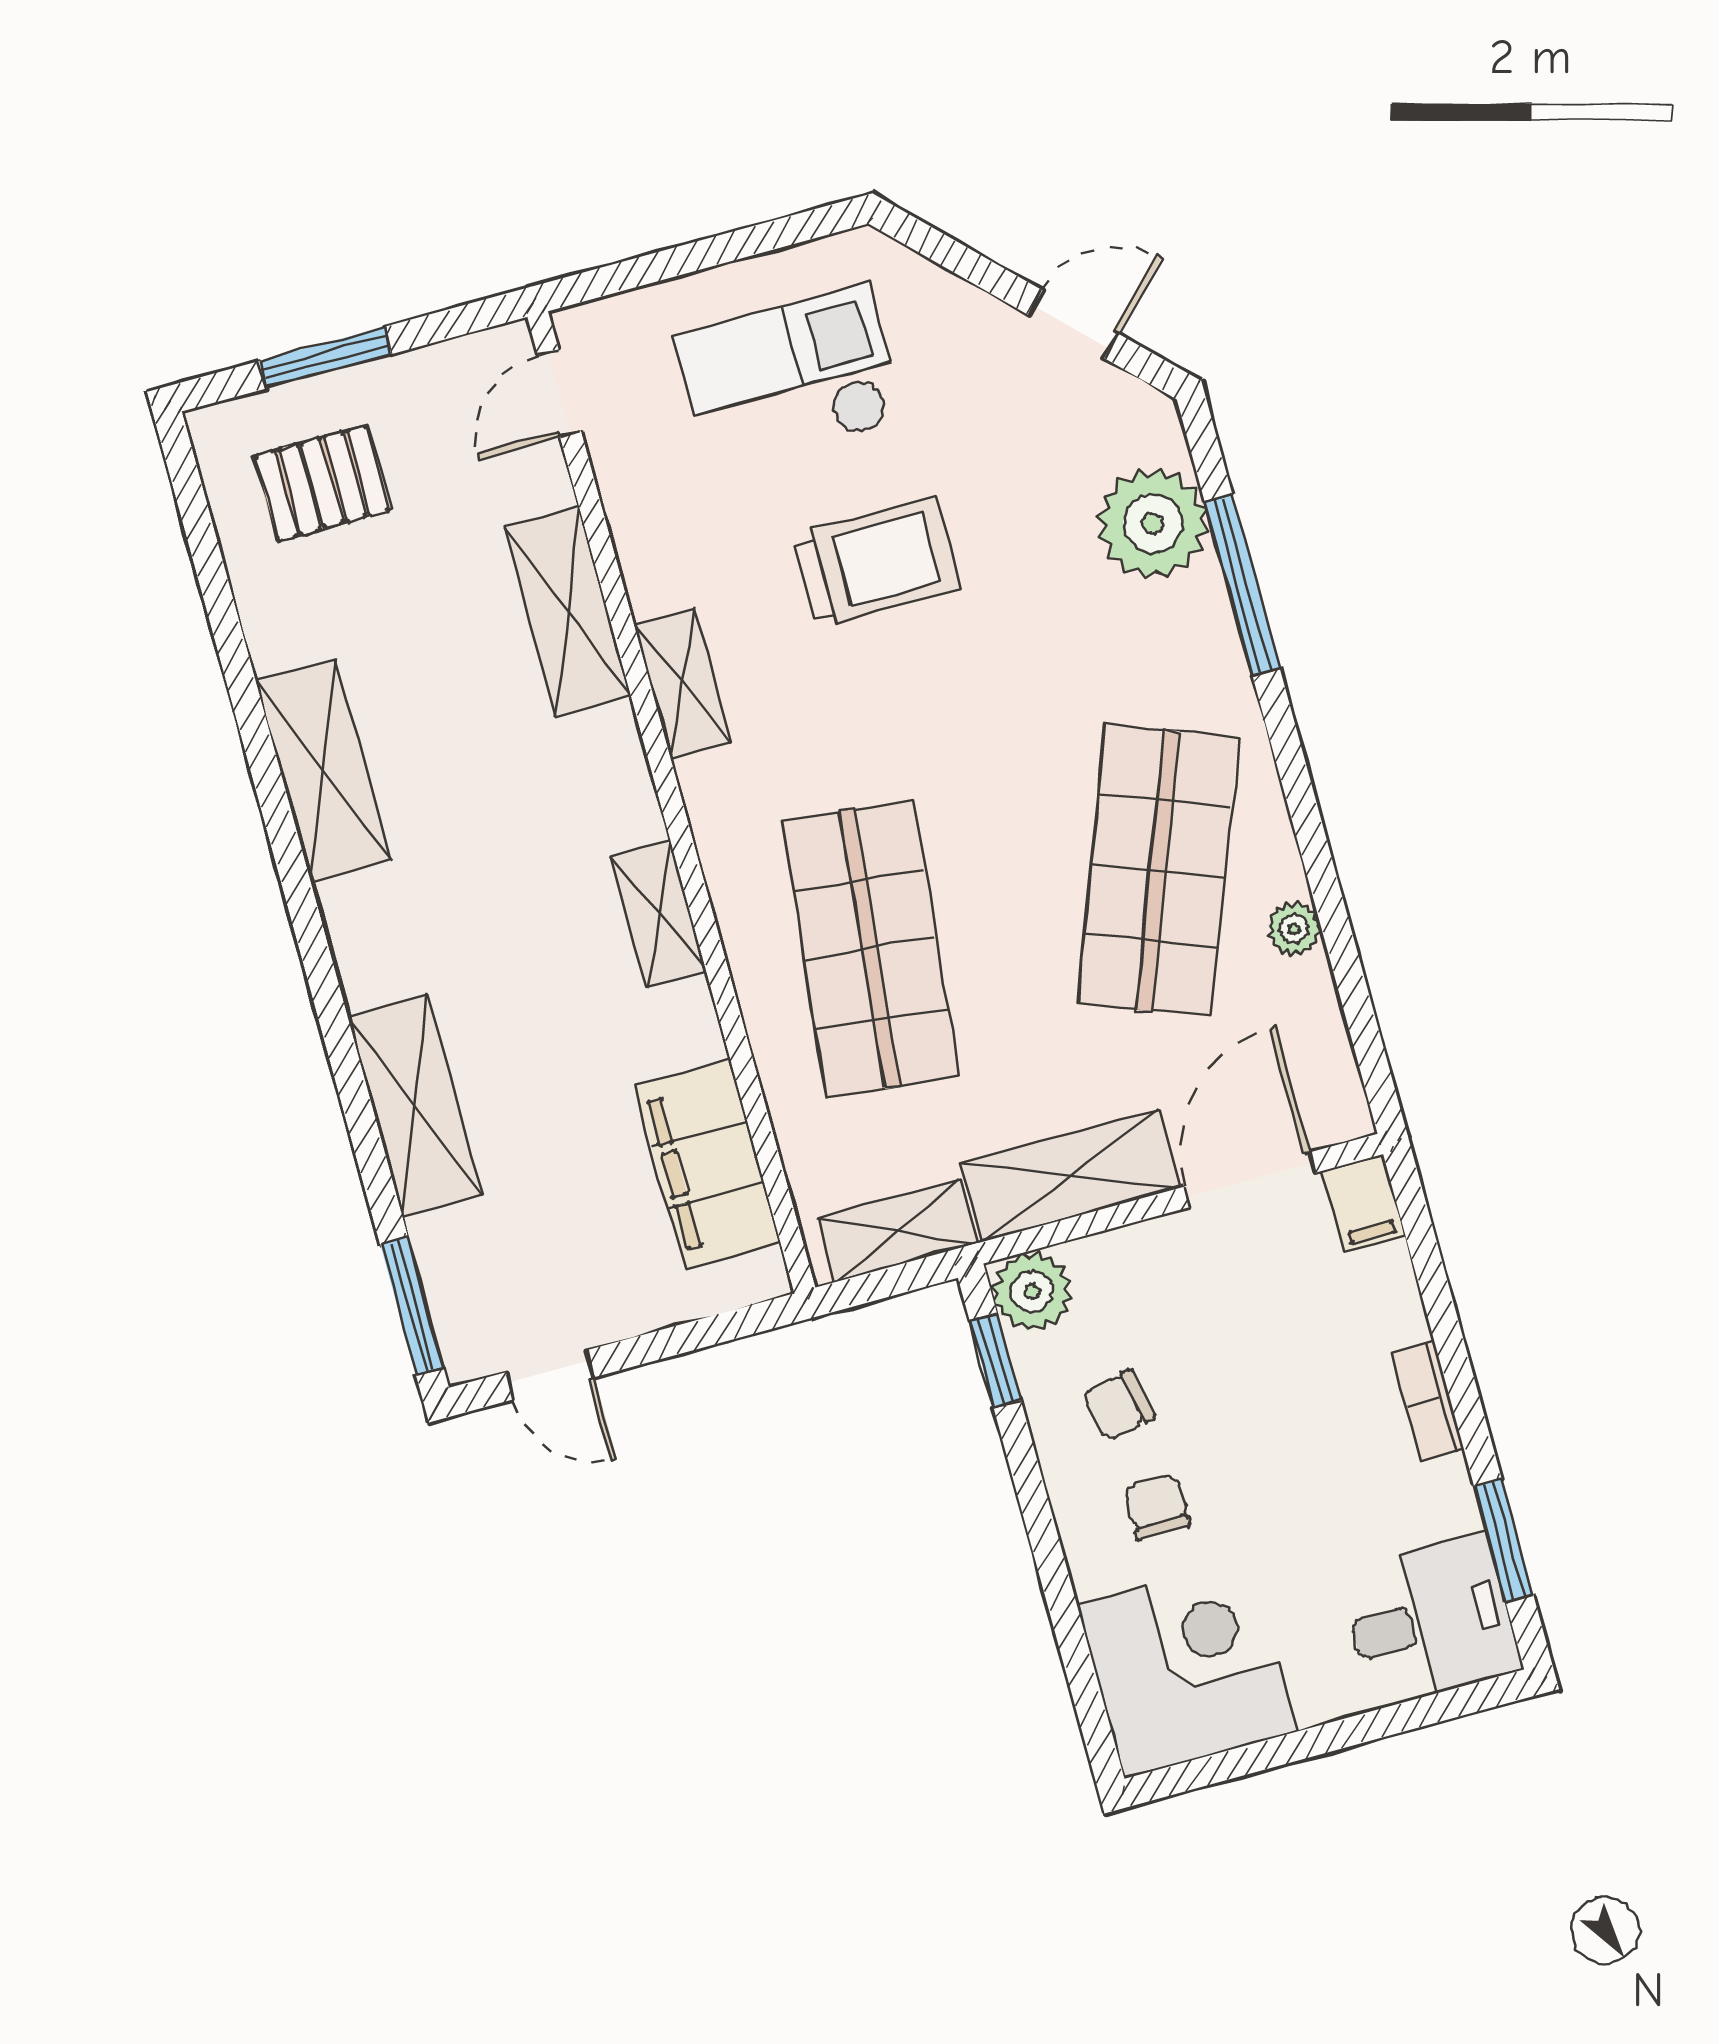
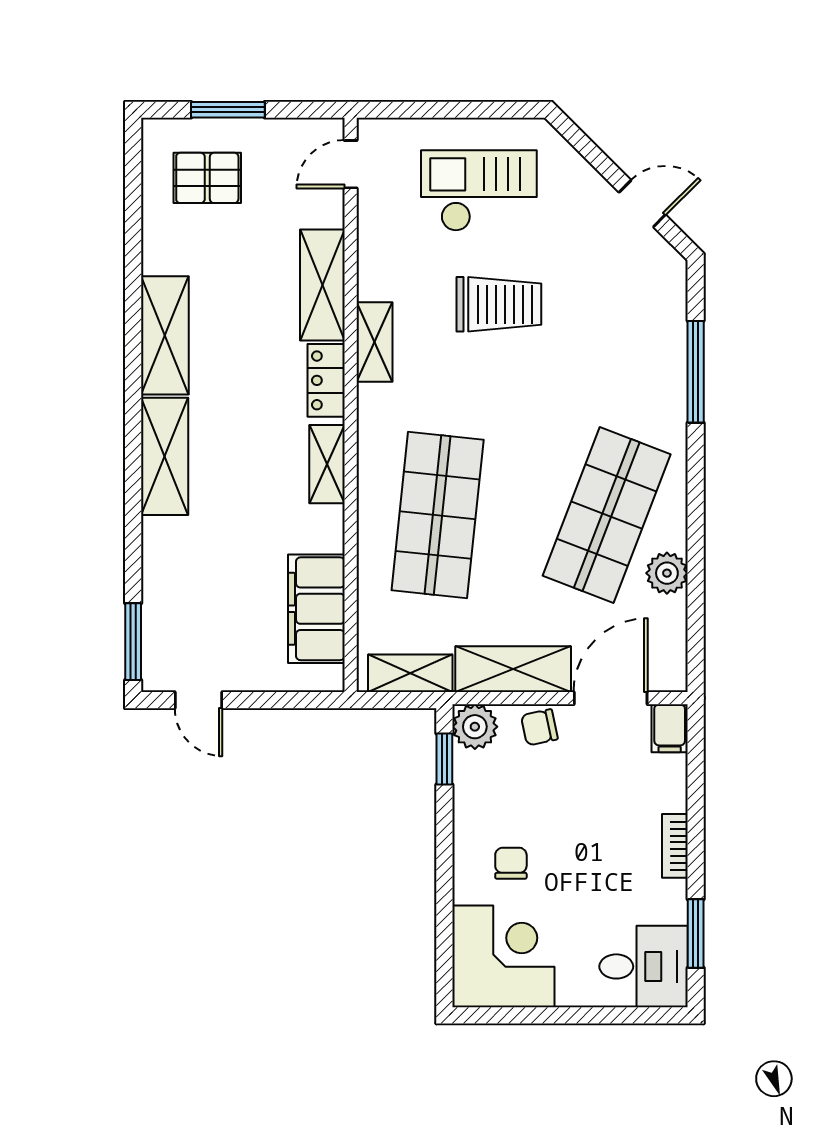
plant: (1153, 523) -> (656, 324), removed
locker: (618, 772) -> (326, 380), added
plant: (1294, 929) -> (667, 573), width x1.38, depth x1.38
shelving: (415, 1106) -> (165, 456), moved
chair: (1118, 1405) -> (539, 727), moved

